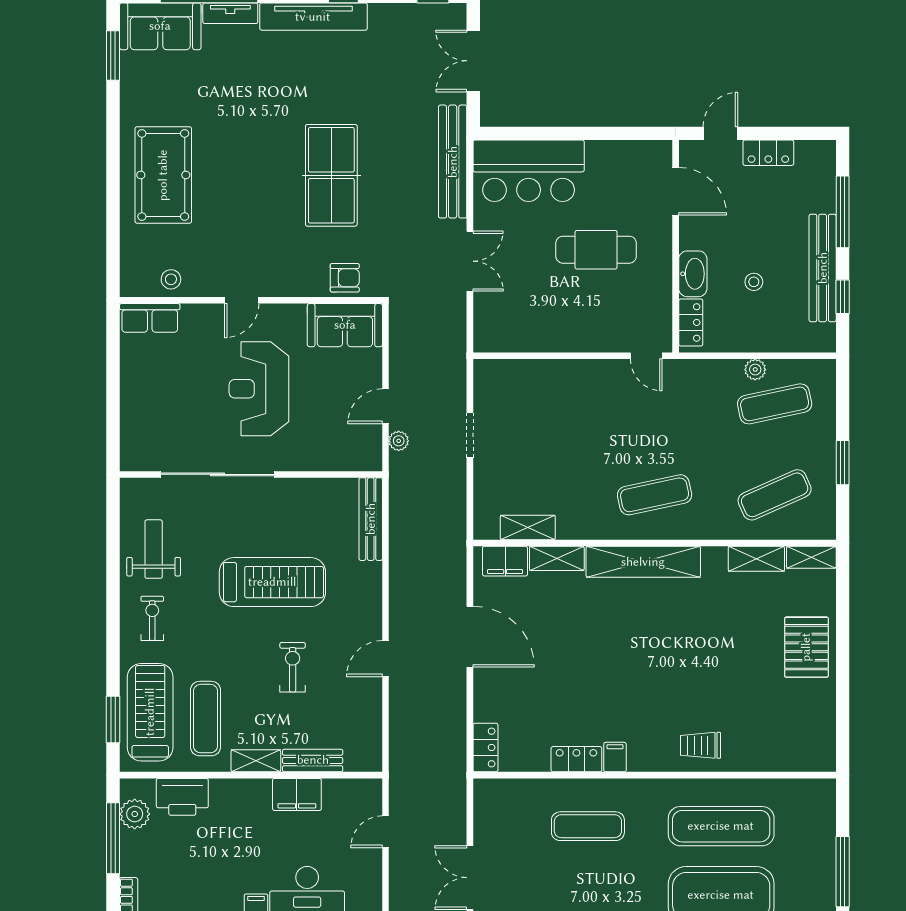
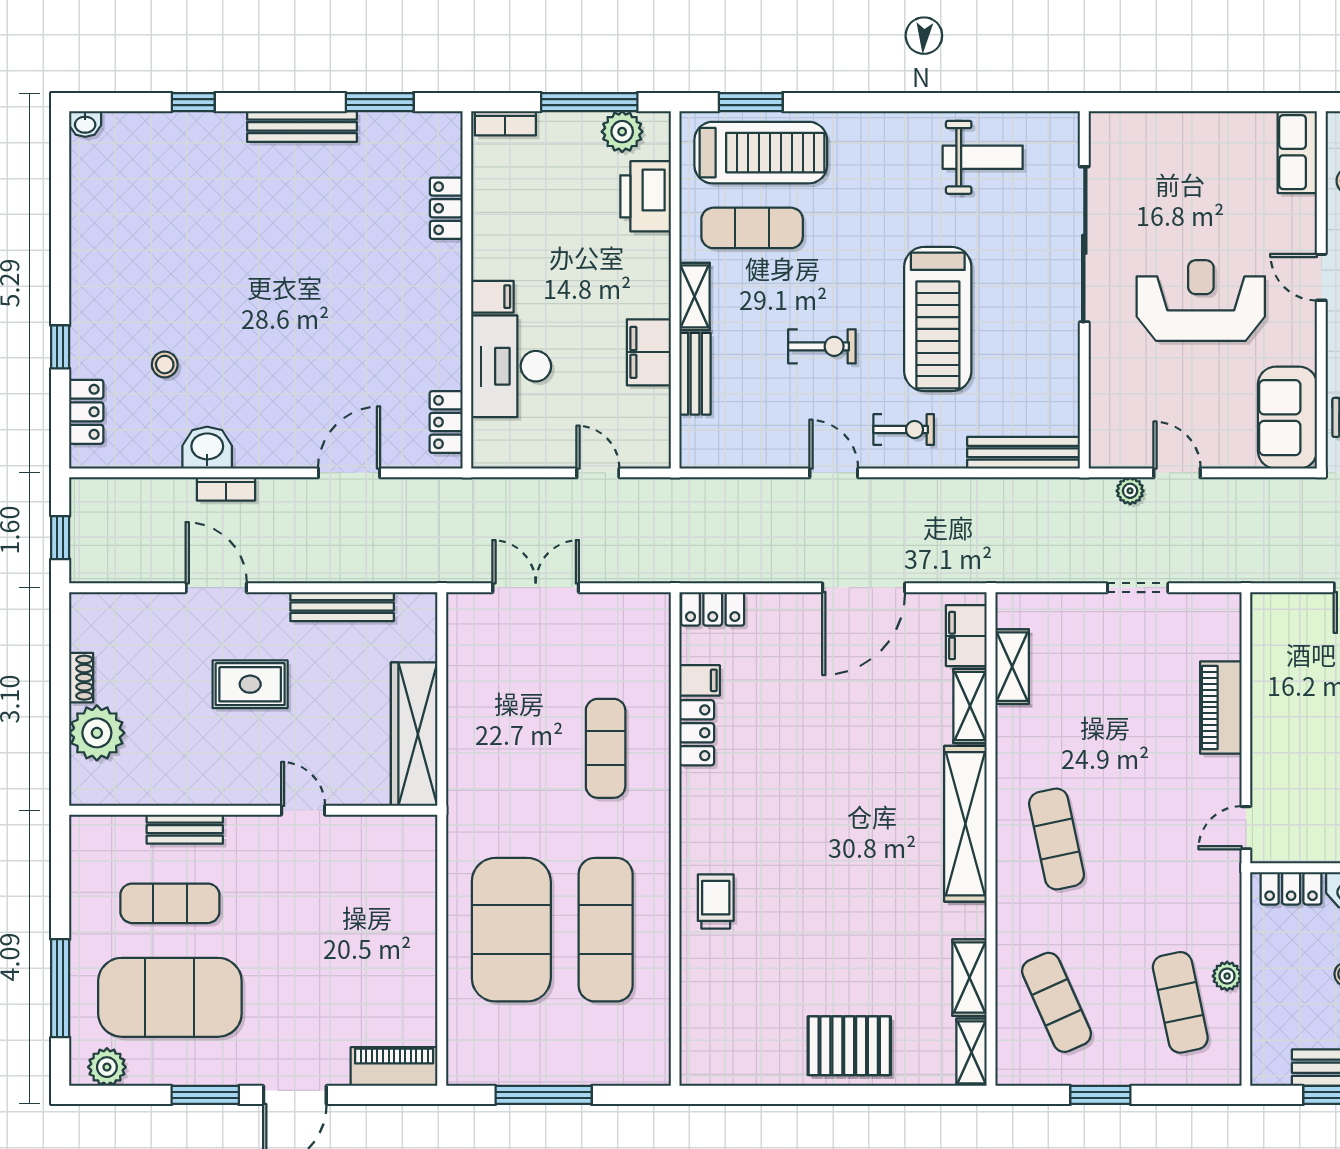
piano: (558, 374) -> (1221, 707), added
exercise bike: (152, 618) -> (904, 430), moved
filing cabinet: (615, 757) -> (700, 680), moved

